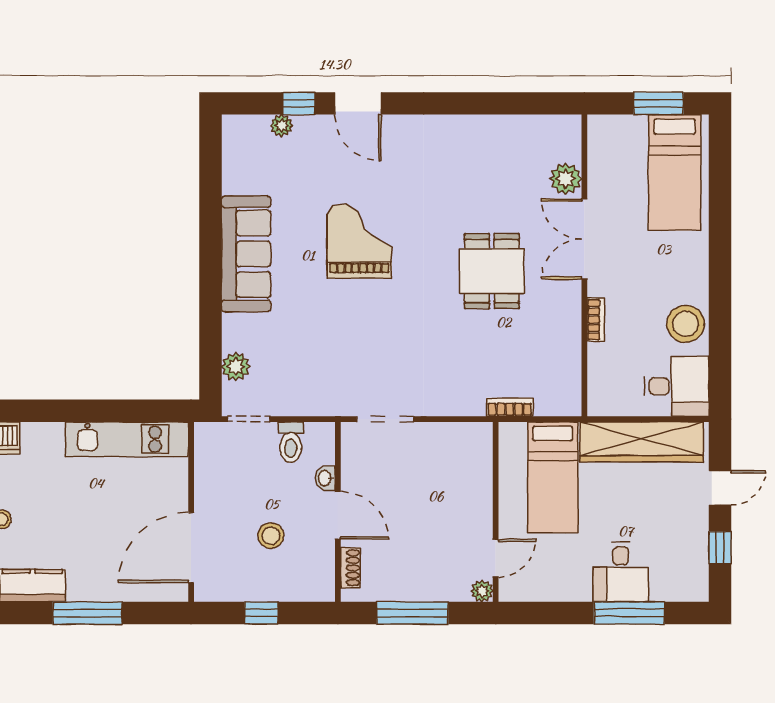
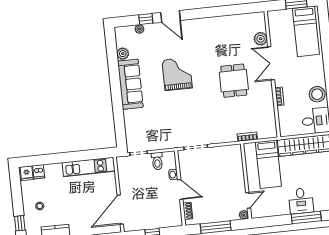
plant: (236, 367) -> (123, 54), moved
stool: (271, 536) -> (153, 201), removed

